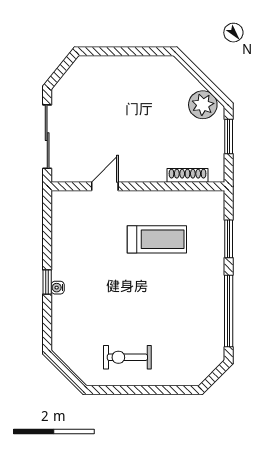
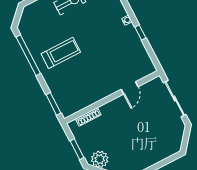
treadmill: (157, 239) -> (61, 53), moved, turned 180
window: (229, 239) -> (53, 104), moved
window: (47, 282) -> (140, 33), moved

